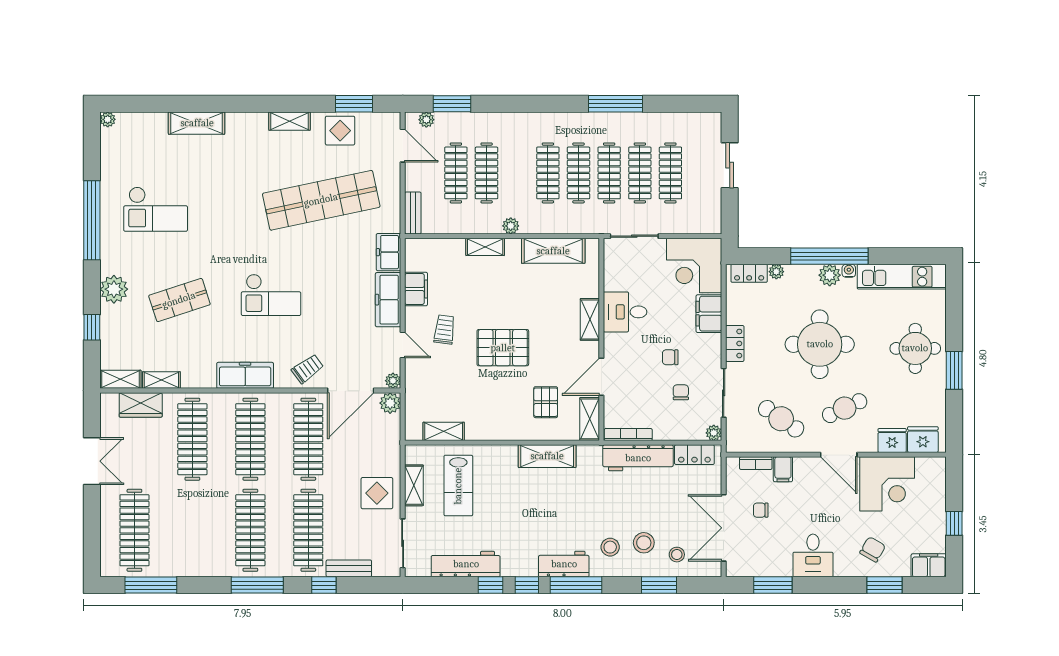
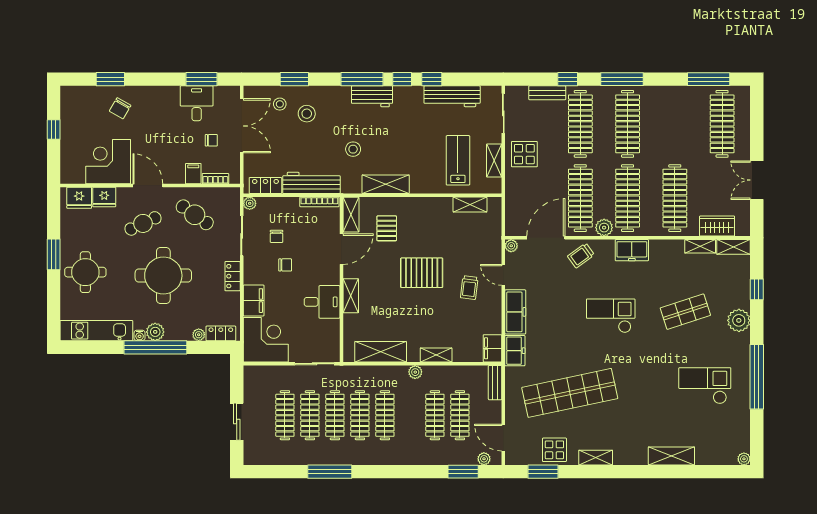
filing cabinet: (416, 289) -> (492, 348), moved
freezer: (245, 375) -> (632, 250), width x0.71
plant: (390, 403) -> (604, 228), moved
stool: (610, 547) -> (353, 149), moved
desk: (813, 555) -> (197, 103), moved
filing cabinet: (929, 565) -> (74, 95), removed

